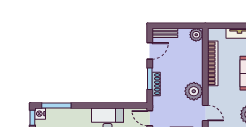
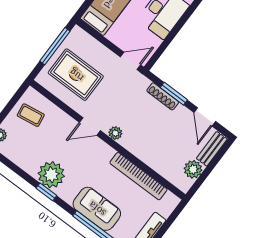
plant: (196, 35) -> (193, 169), moved
plant: (194, 91) -> (115, 133), width x0.53, depth x0.53

